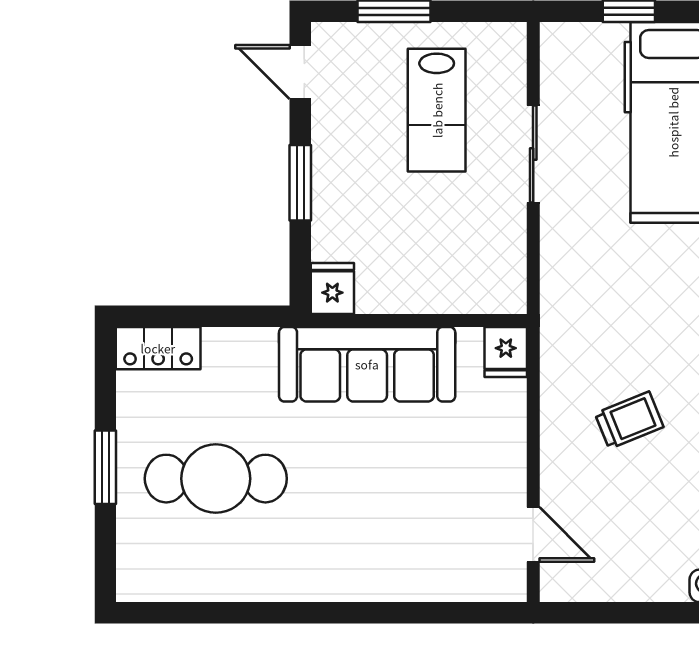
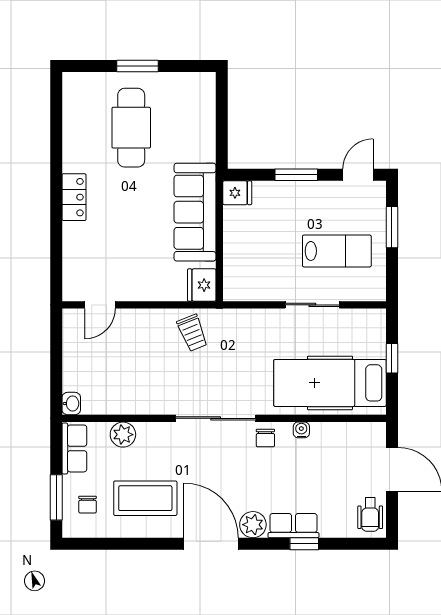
lab bench: (437, 110) -> (337, 251), turned 180
locker: (158, 348) -> (74, 197), moved, turned 180
fridge: (506, 352) -> (202, 285), width x1.38
trolley: (629, 420) -> (192, 333), moved

